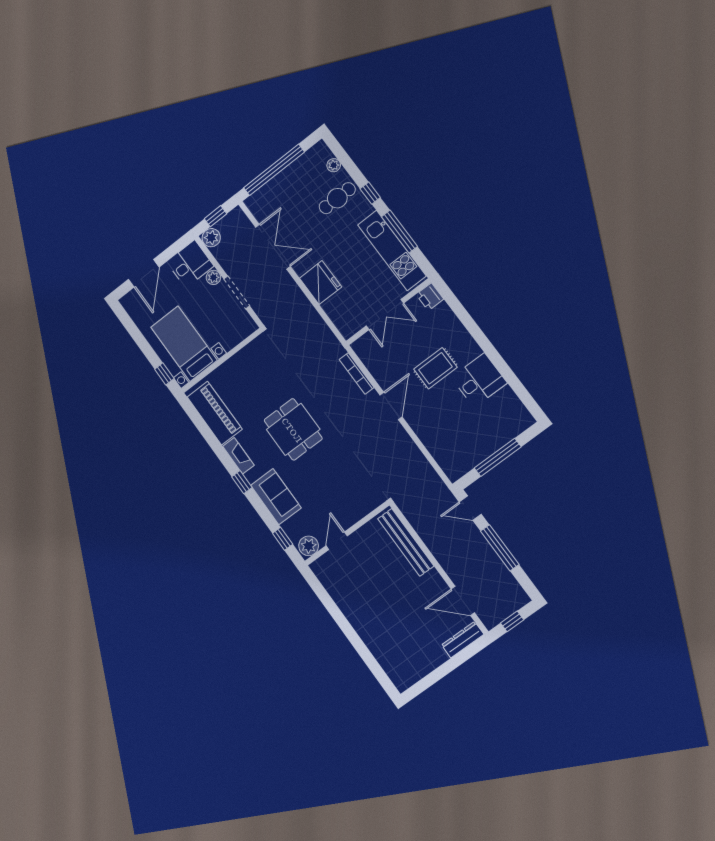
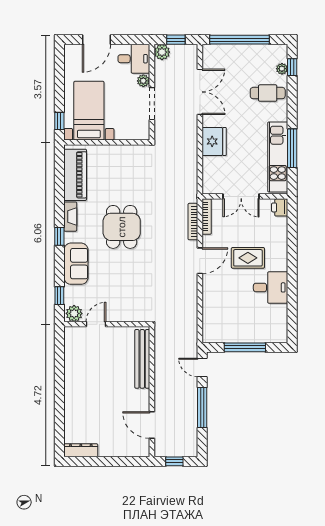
window: (370, 193) -> (292, 67), moved
bookcase: (366, 359) -> (207, 217), added
dresser: (463, 640) -> (81, 450), moved

